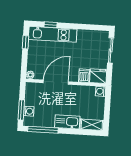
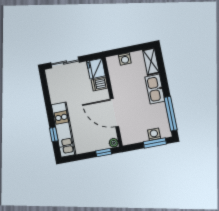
window: (25, 42) -> (104, 152), moved
washing machine: (101, 91) -> (125, 59), moved

